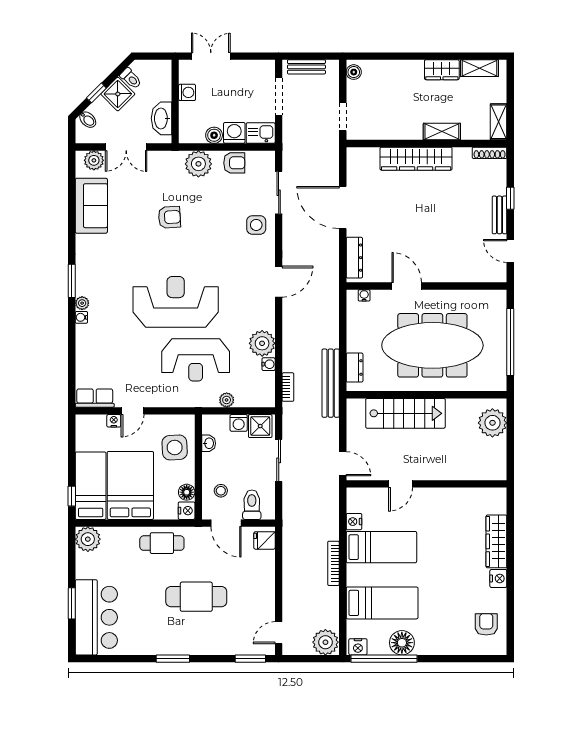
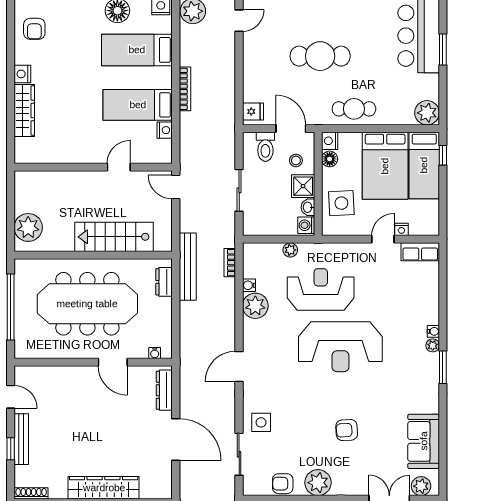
bench: (499, 215) -> (21, 439), width x1.36
washing machine: (239, 423) -> (306, 225), moved, turned -90
shower: (260, 426) -> (303, 186), moved

